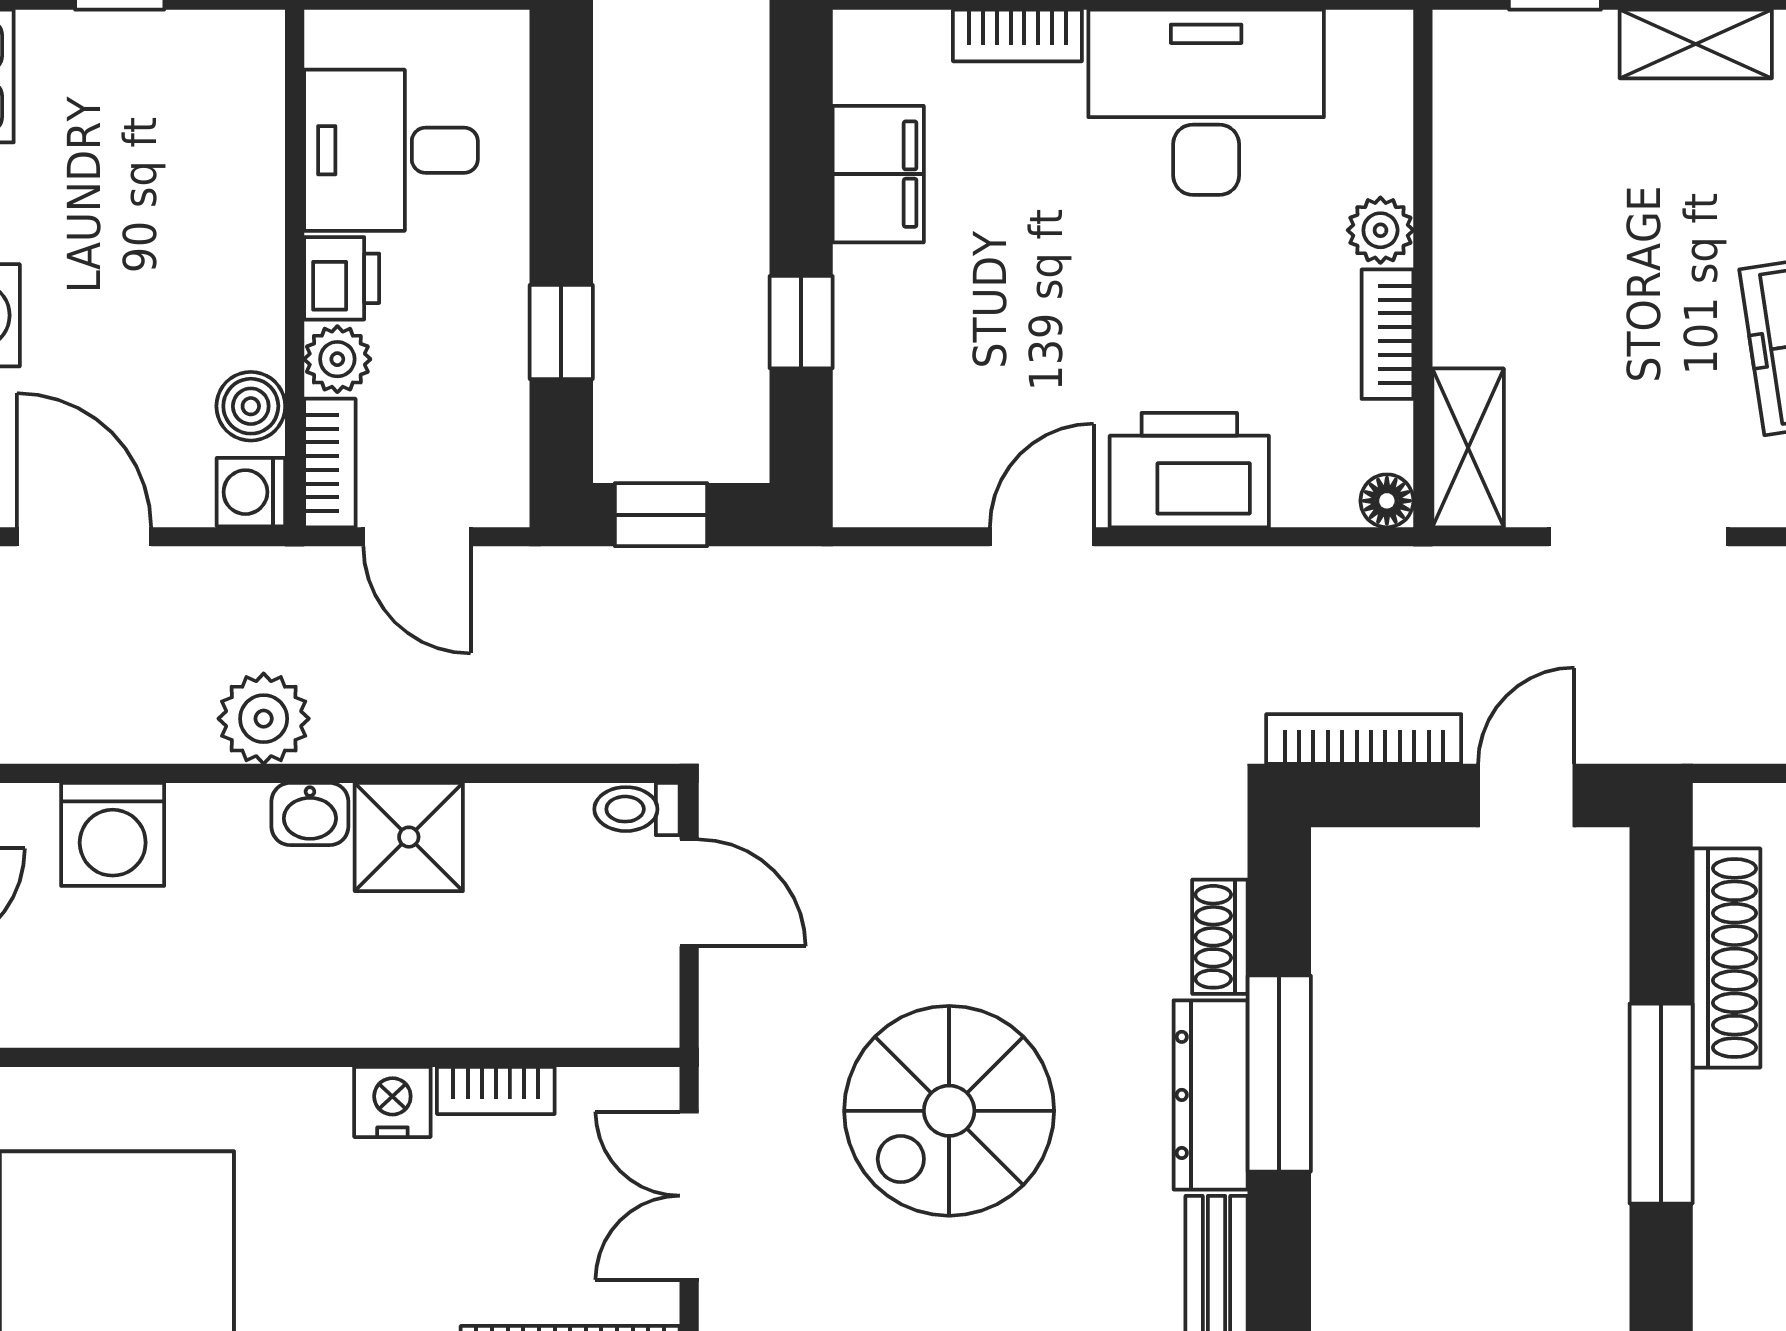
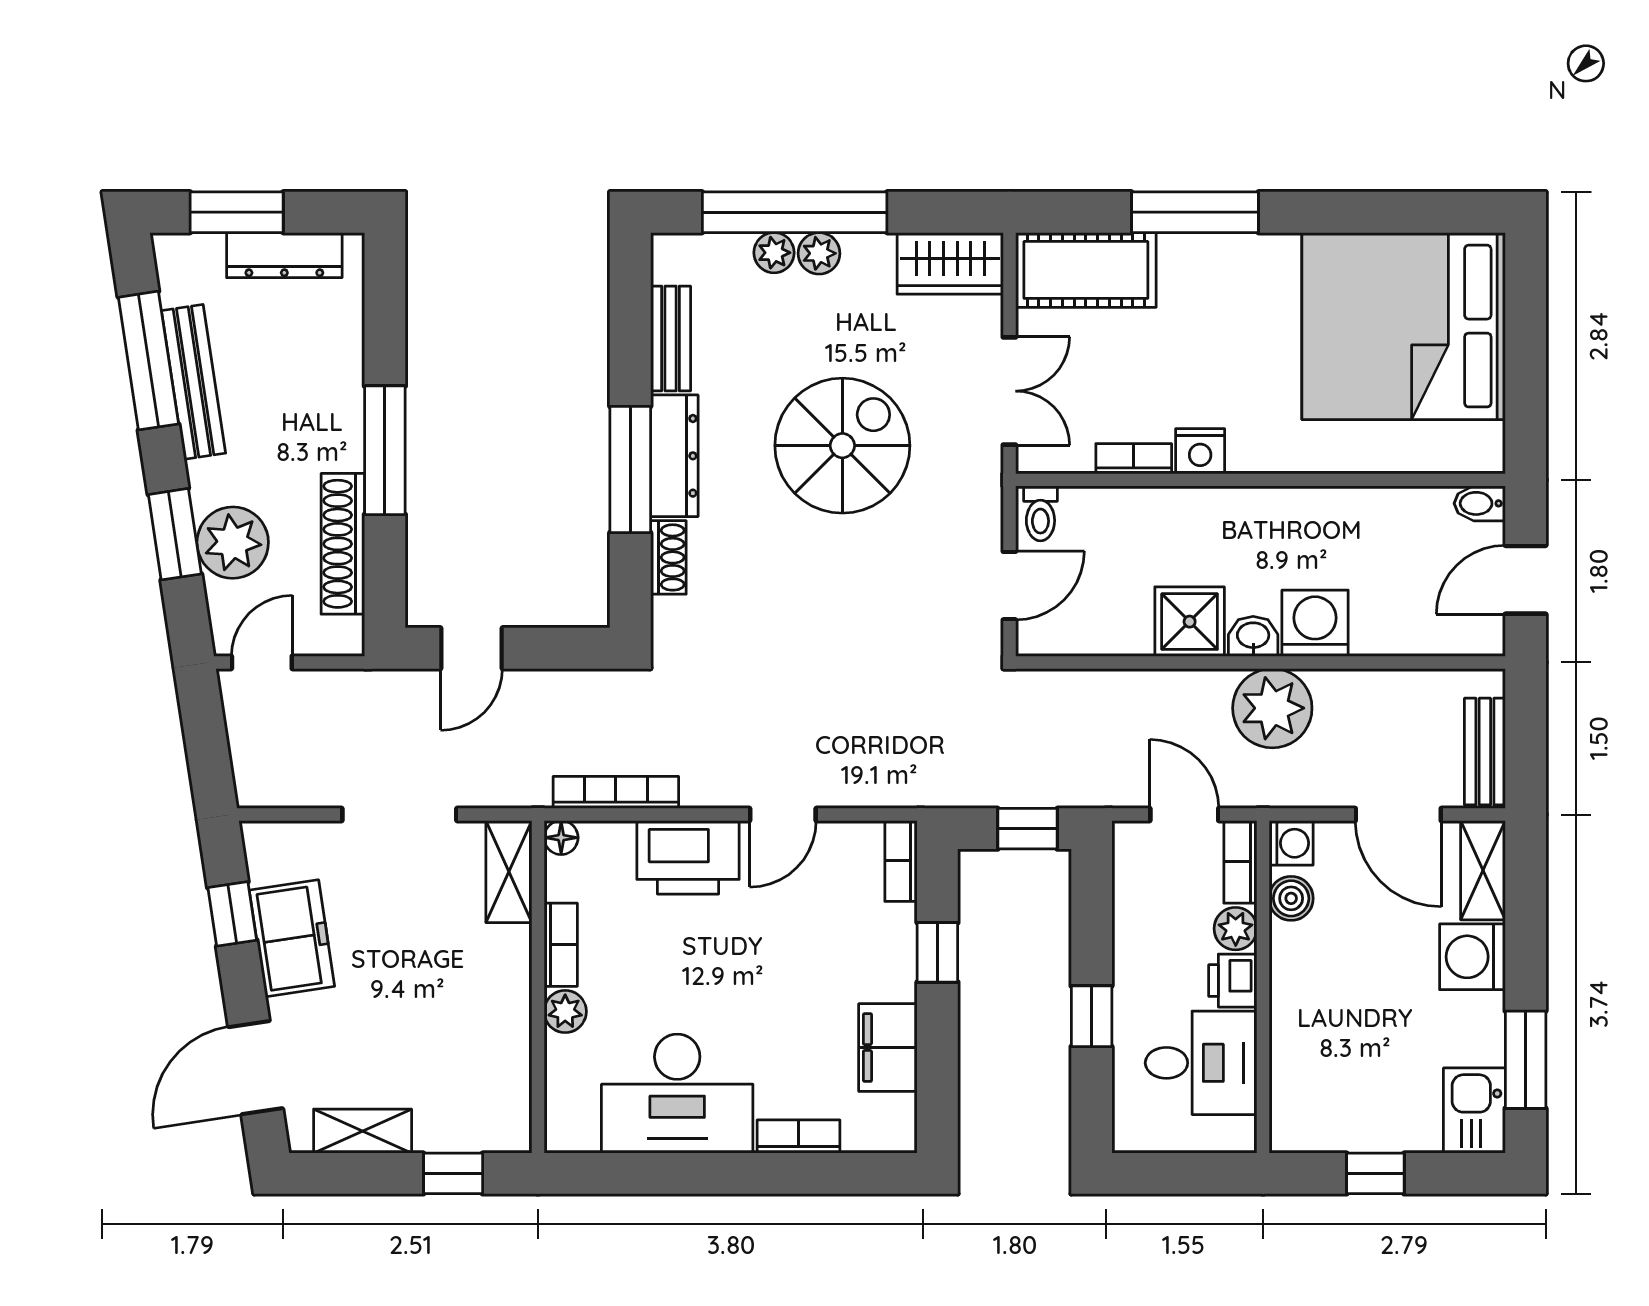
window: (561, 332) -> (1092, 1016), moved
bookcase: (858, 464) -> (901, 861), added
plant: (264, 719) -> (1272, 708), width x1.36, depth x1.36
bookcase: (1364, 739) -> (616, 792), moved, turned 180
toilet: (637, 809) -> (1040, 513), moved, turned 90
washing machine: (113, 834) -> (1315, 623), moved
door: (689, 893) -> (1009, 586), swing flipped

